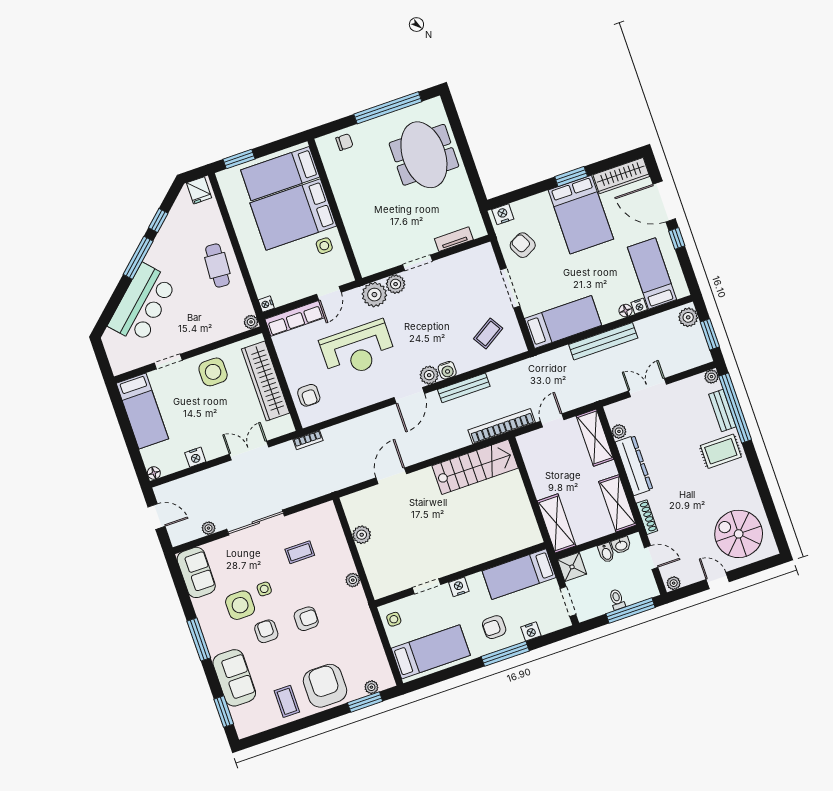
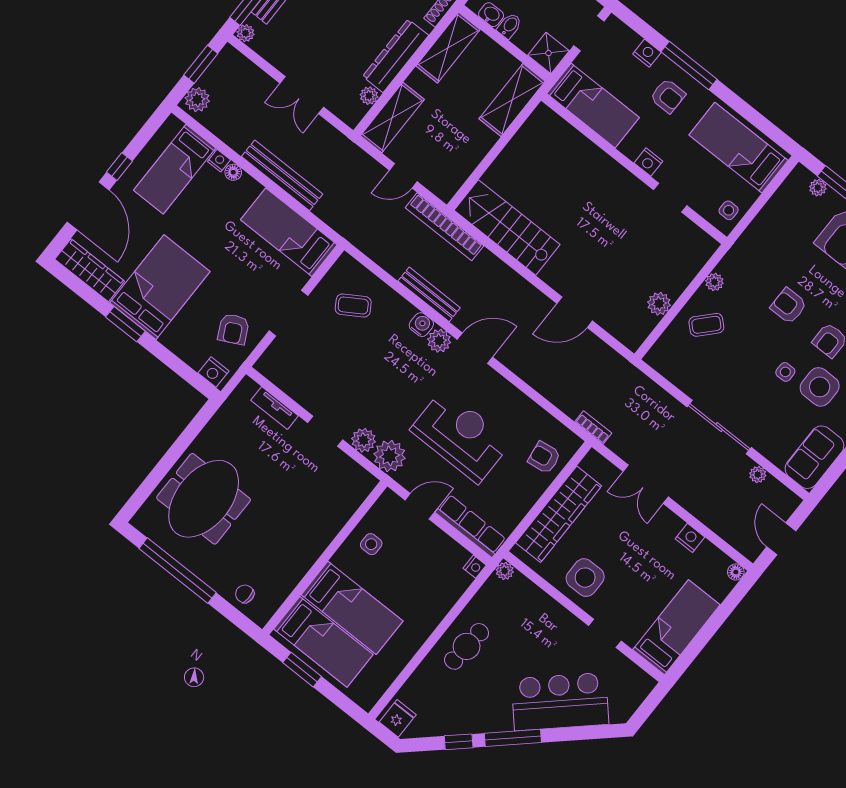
window: (239, 159) -> (302, 670), moved
bed: (293, 214) -> (352, 608), width x0.67
armchair: (309, 395) -> (544, 457), turned -98
coffee table: (300, 552) -> (706, 325), moved, turned -47

